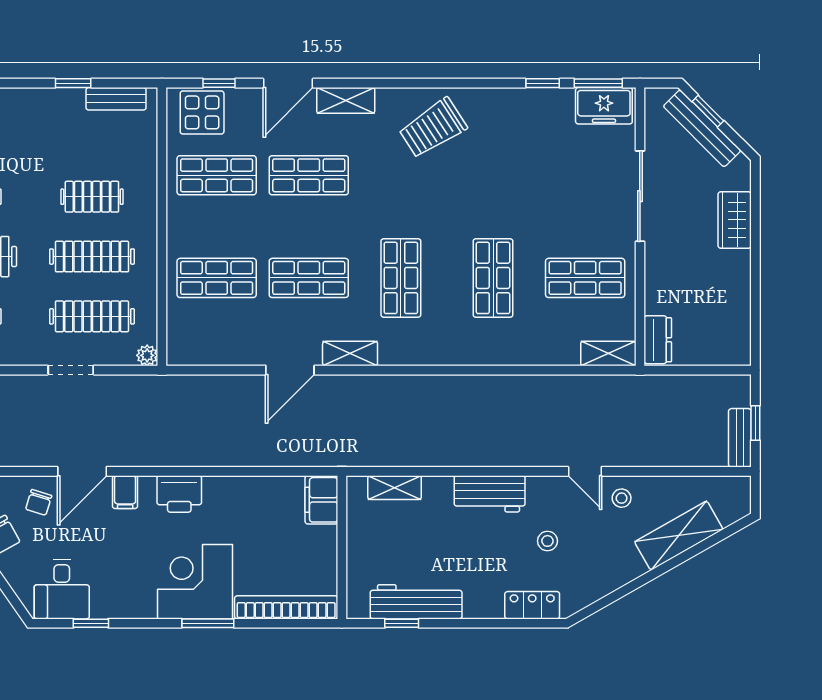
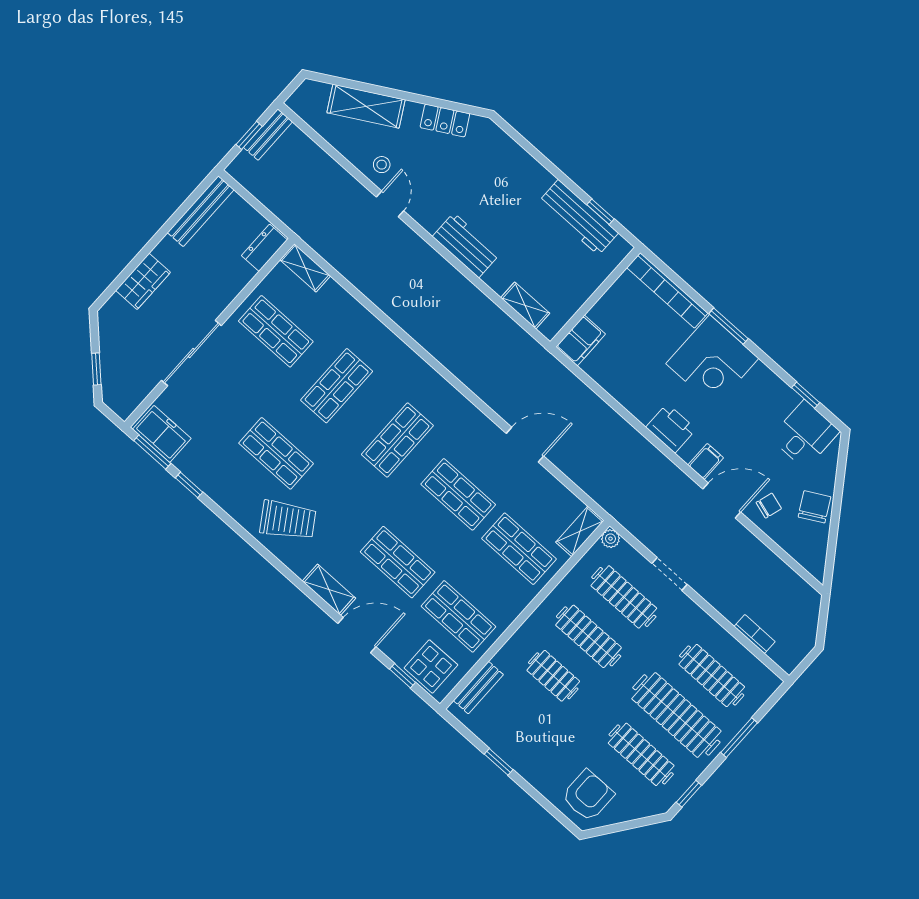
bench: (116, 99) -> (478, 688), moved, turned 90
bench: (702, 128) -> (201, 211), moved, turned 45
shop shelf: (493, 175) -> (276, 453), added
shelving: (350, 354) -> (580, 531), moved, turned 90
stool: (547, 541) -> (456, 180), removed
locker: (532, 605) -> (445, 121), moved, turned -30

